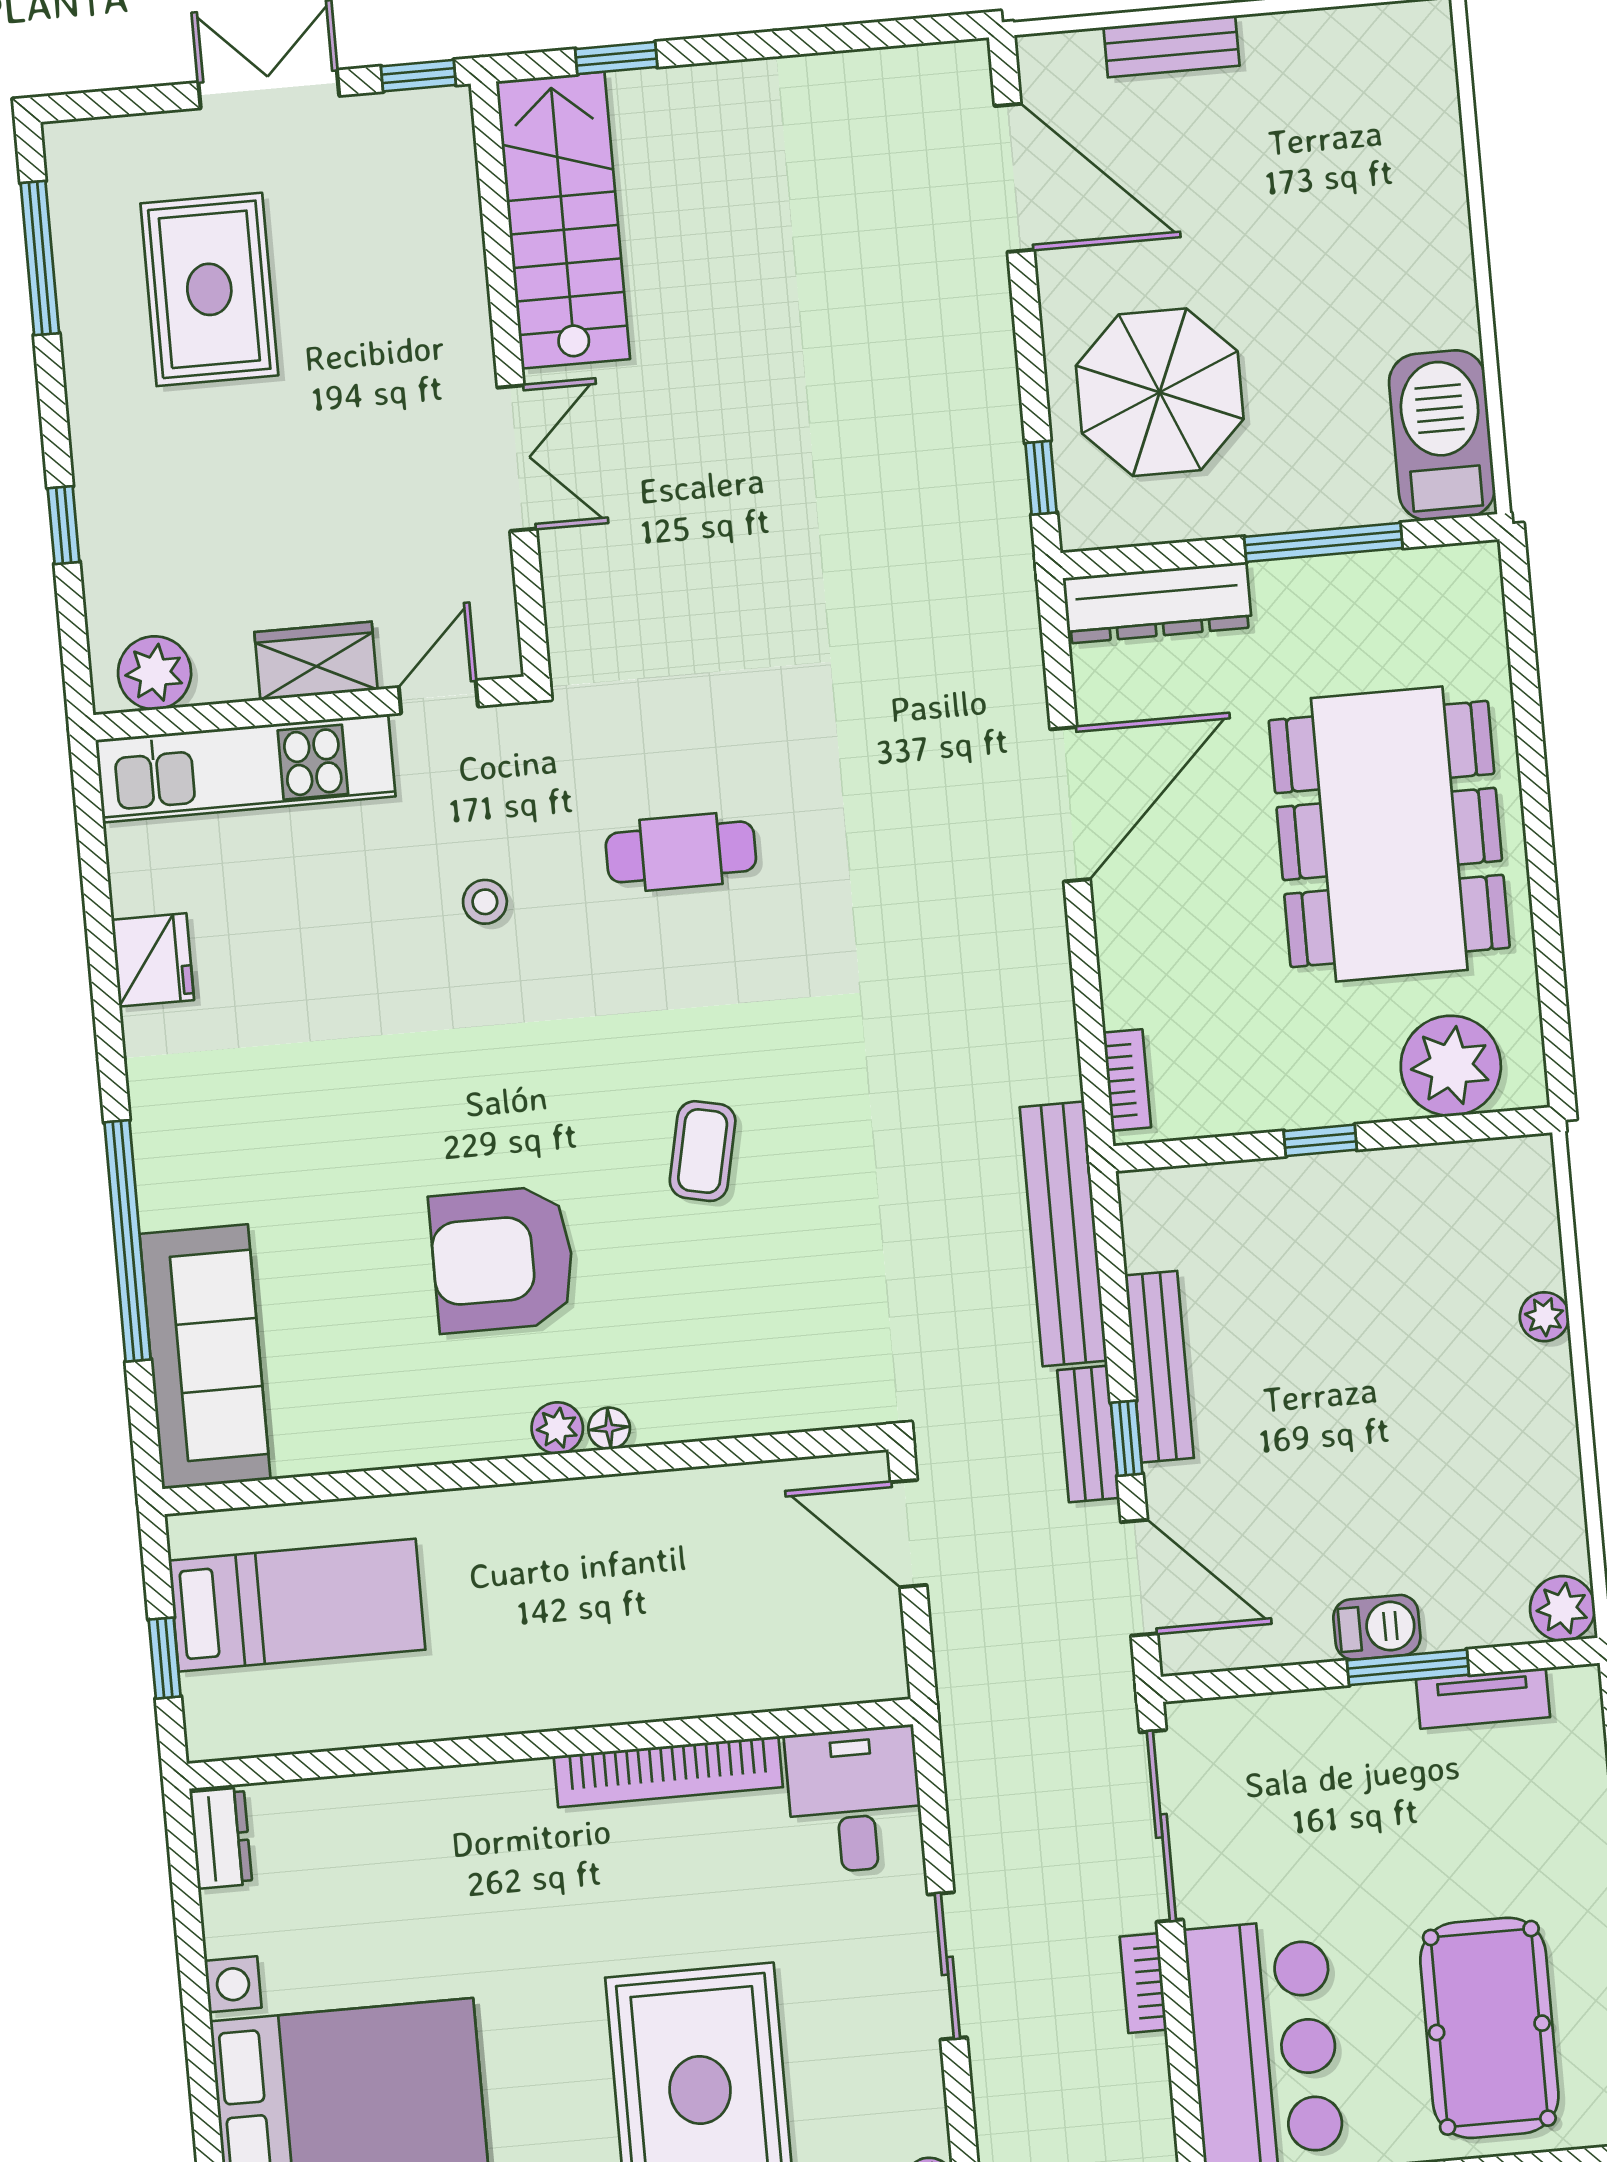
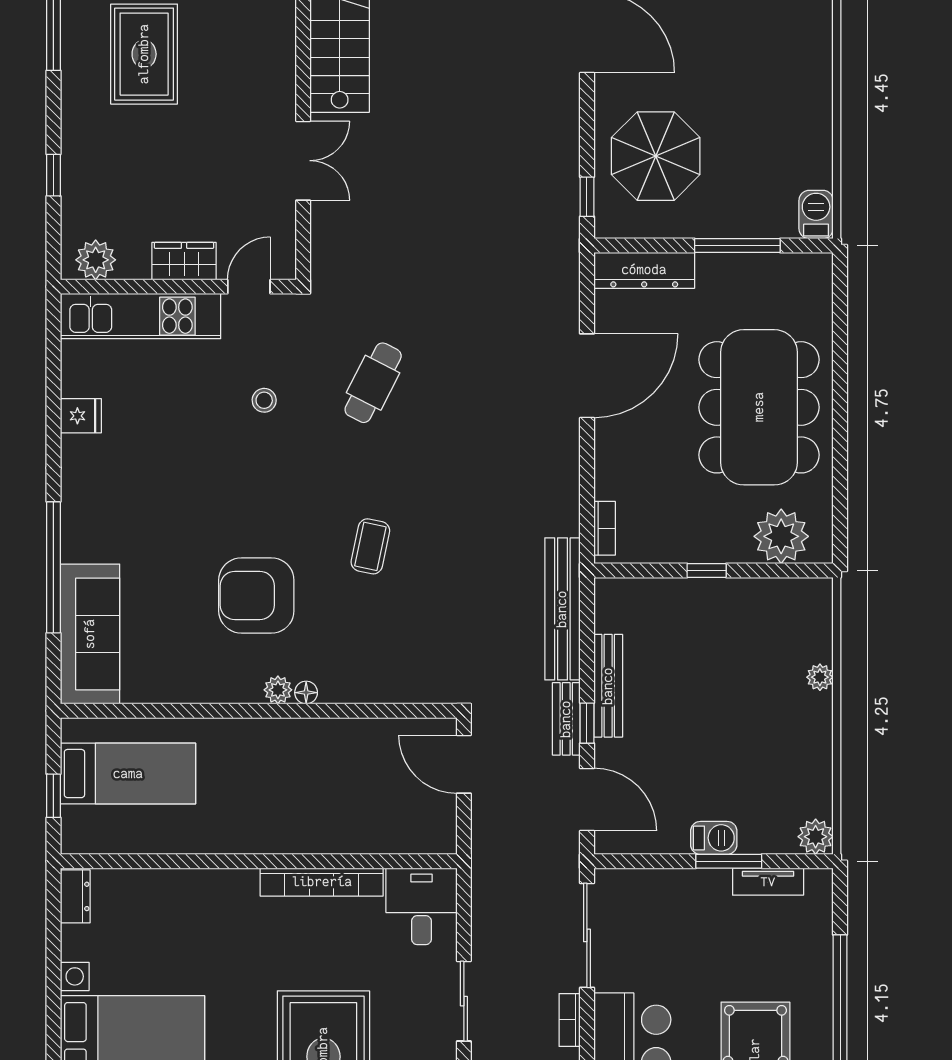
barbecue: (1442, 435) -> (816, 215), width x0.53, depth x0.65
cafe table: (681, 852) -> (373, 383), turned -63
fridge: (153, 960) -> (81, 416), width x0.72

